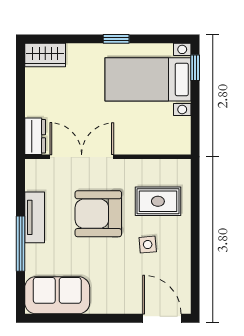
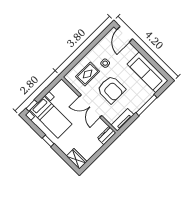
double door: (82, 157) -> (91, 106), moved
rug: (158, 201) -> (88, 74), turned 90
tv unit: (35, 217) -> (122, 120), moved
sofa: (57, 295) -> (148, 72), width x1.36

